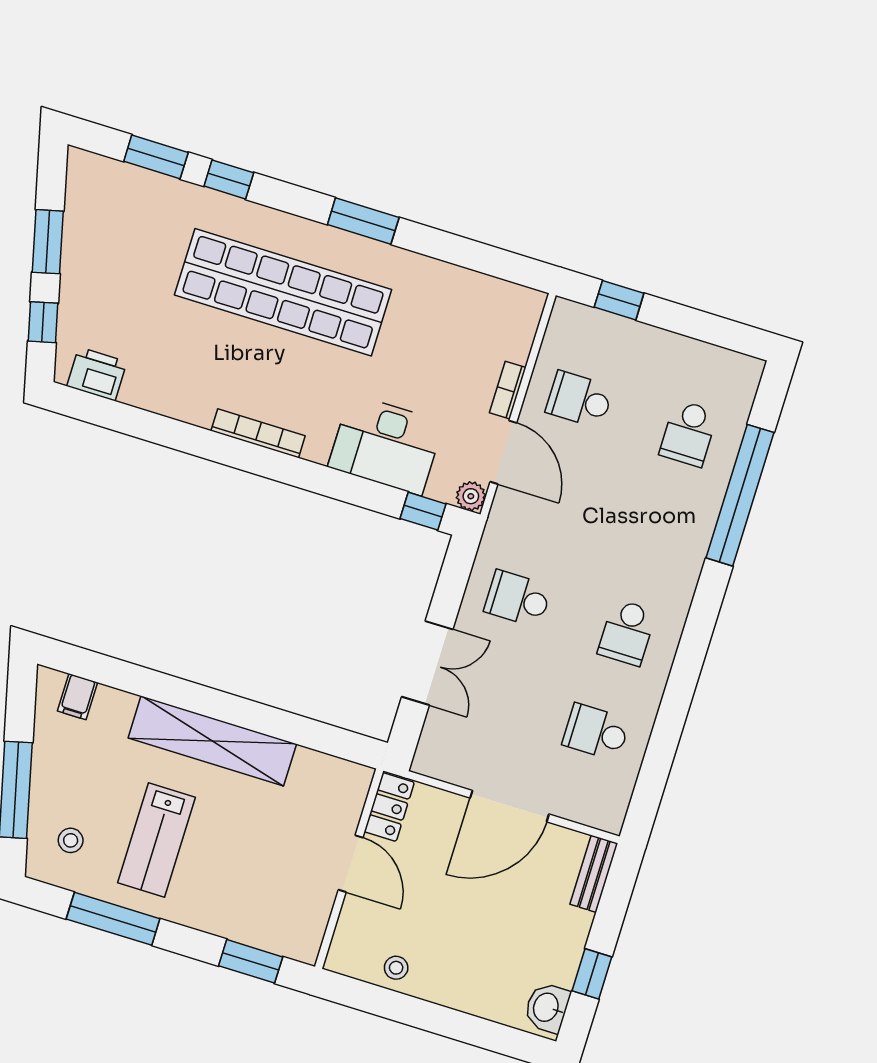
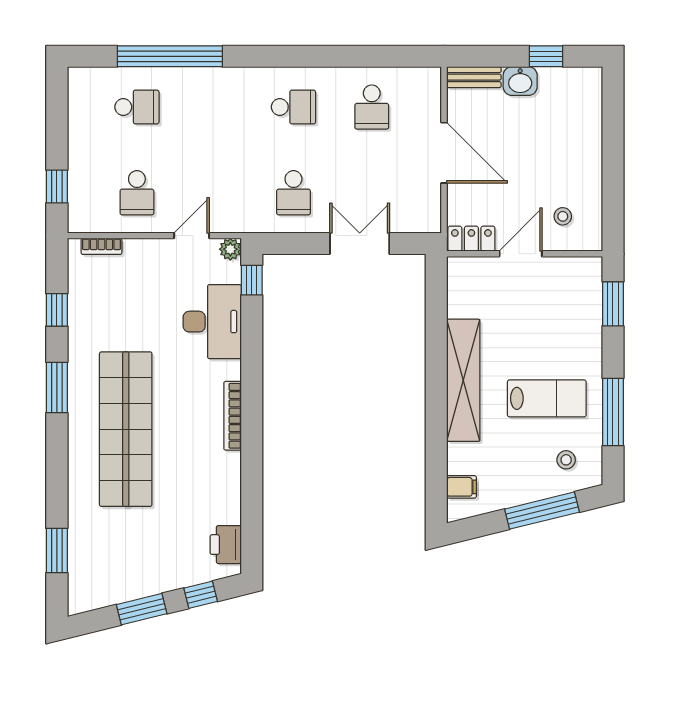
window: (229, 179) -> (57, 310), moved
bookcase: (508, 390) -> (101, 246), moved
door: (503, 452) -> (192, 236), width x0.73
stool: (396, 968) -> (563, 216), moved
washbasin: (547, 1008) -> (520, 81), moved

